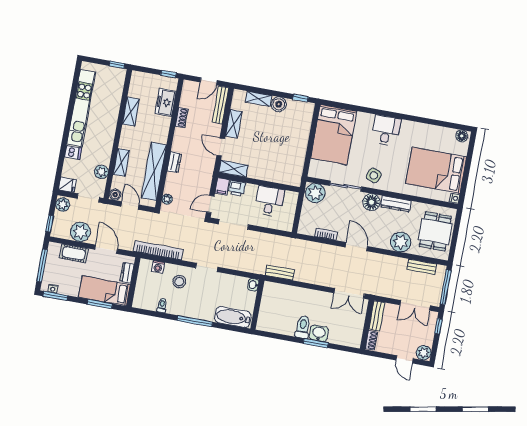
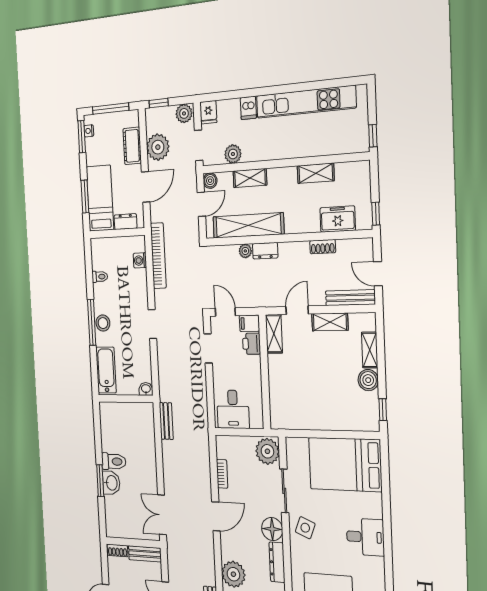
plant: (167, 199) -> (245, 251), moved
desk: (269, 201) -> (233, 409), moved, turned 90
doorway: (233, 224) -> (208, 348), width x0.73
stool: (179, 282) -> (103, 323), moved

